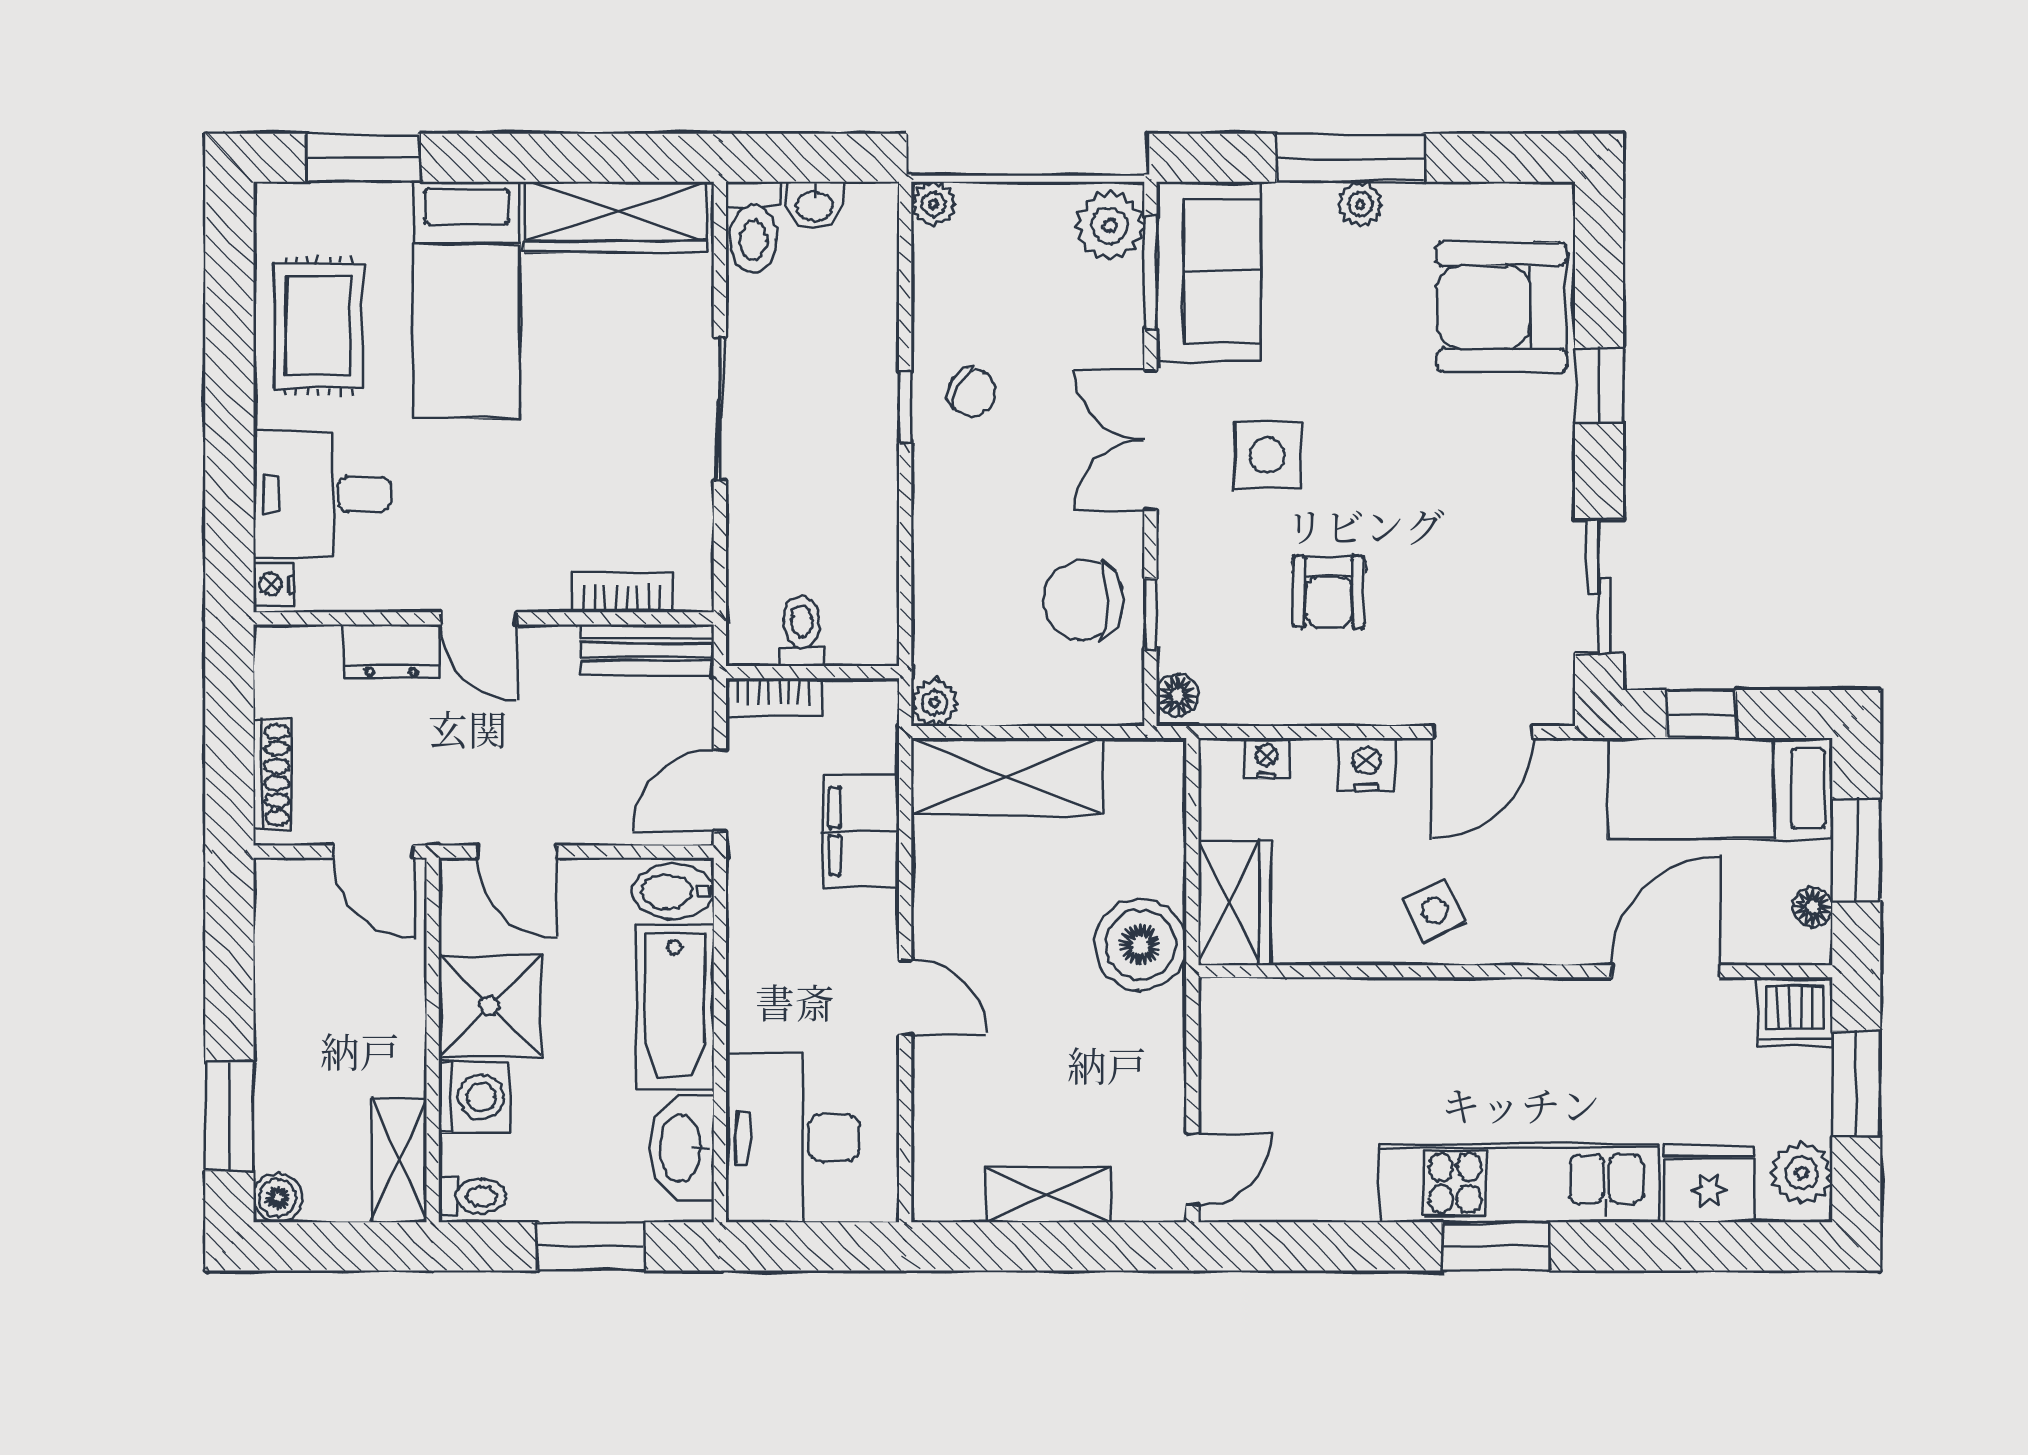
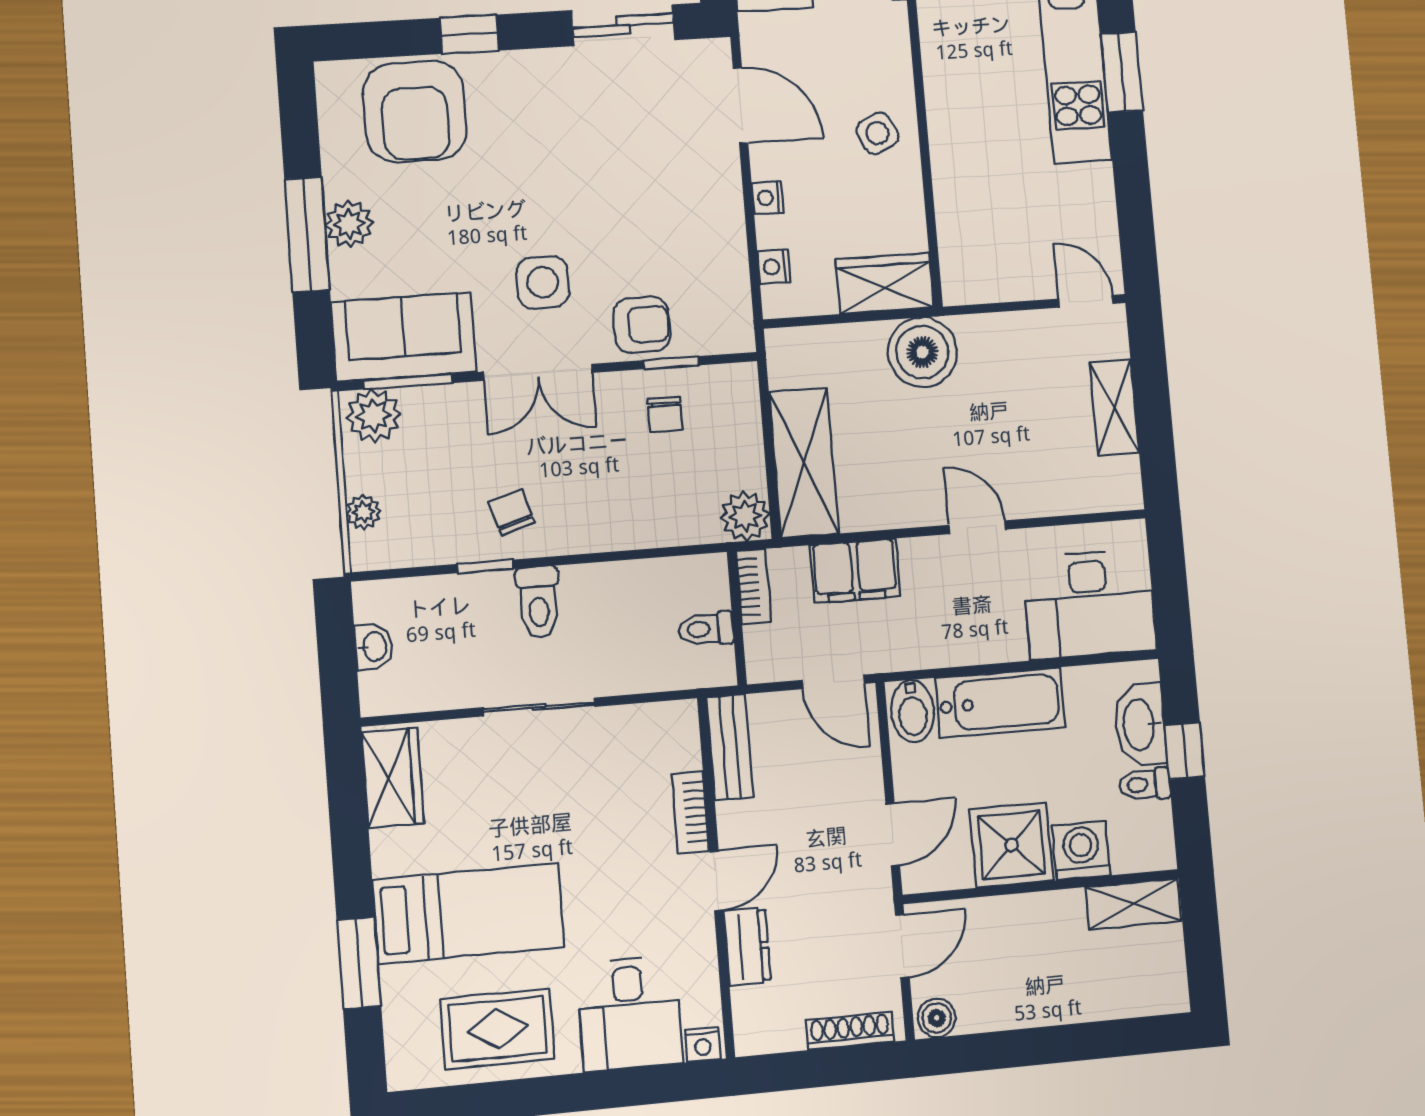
window: (363, 158) -> (359, 963), moved
plant: (934, 204) -> (363, 512), moved
plant: (1360, 204) -> (349, 224), width x1.38, depth x1.38
wardrobe: (616, 217) -> (393, 778), width x0.67
toilet: (753, 227) -> (538, 602), moved, turned 90
chair: (972, 393) -> (512, 512), turned -46
window: (905, 407) -> (486, 566), moved
bookcase: (622, 592) -> (691, 812), moved
armchair: (1329, 592) -> (642, 325), moved
chair: (1084, 600) -> (665, 414), width x0.54, depth x0.54
floor lamp: (1178, 695) -> (732, 338), removed
bookcase: (773, 697) -> (754, 586), moved
plant: (935, 703) -> (745, 516), width x1.38, depth x1.38
nightstand: (1367, 765) -> (768, 198), width x0.72, depth x0.74
door: (905, 997) -> (977, 527), hinge flipped
window: (229, 1116) -> (1113, 1039), removed
washbasin: (682, 1148) -> (1140, 725), moved, turned 90
toilet: (472, 1196) -> (1145, 784), moved, turned -90
boiler: (278, 1198) -> (937, 1018), moved
window: (591, 1246) -> (1185, 751), width x0.67

